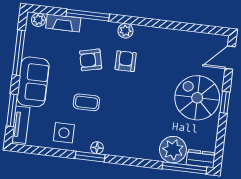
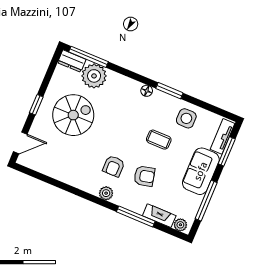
spiral stairs: (197, 98) -> (73, 115), moved, turned -90
floor lamp: (97, 148) -> (147, 91), moved

